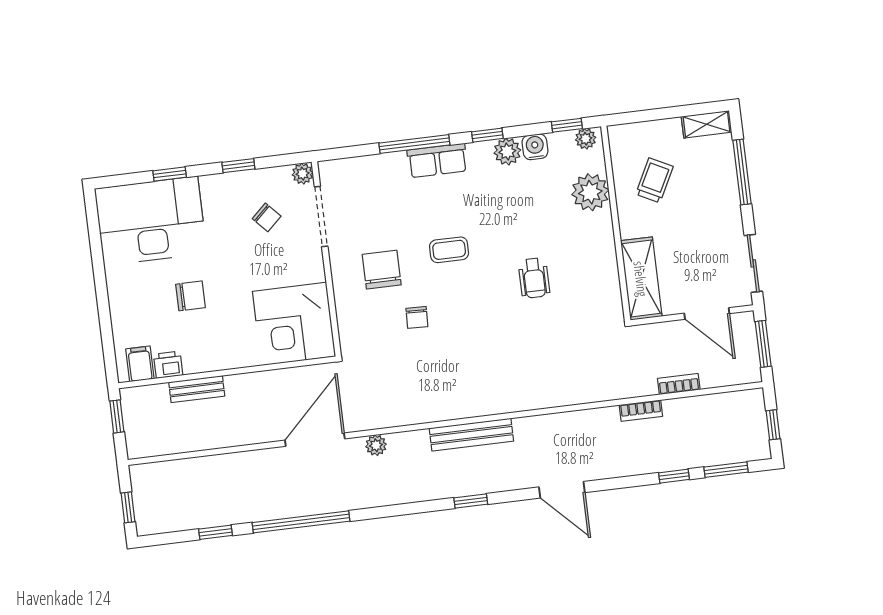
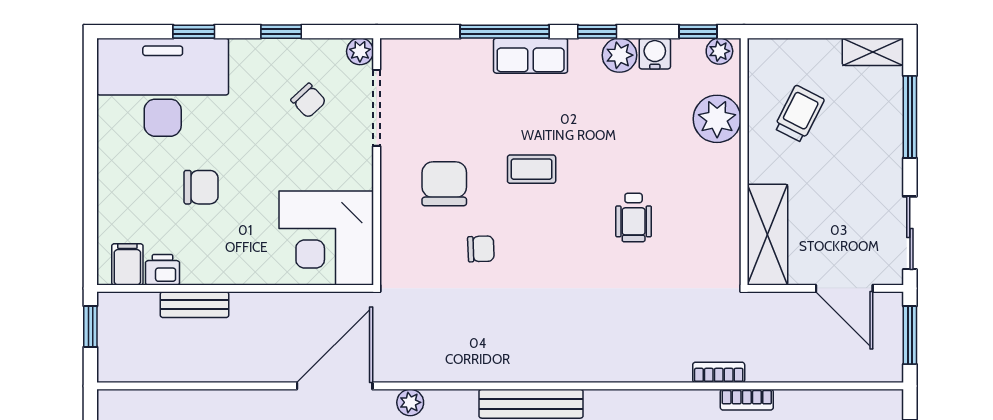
chair: (417, 317) -> (481, 249), turned -94
bookcase: (679, 384) -> (719, 372), moved

